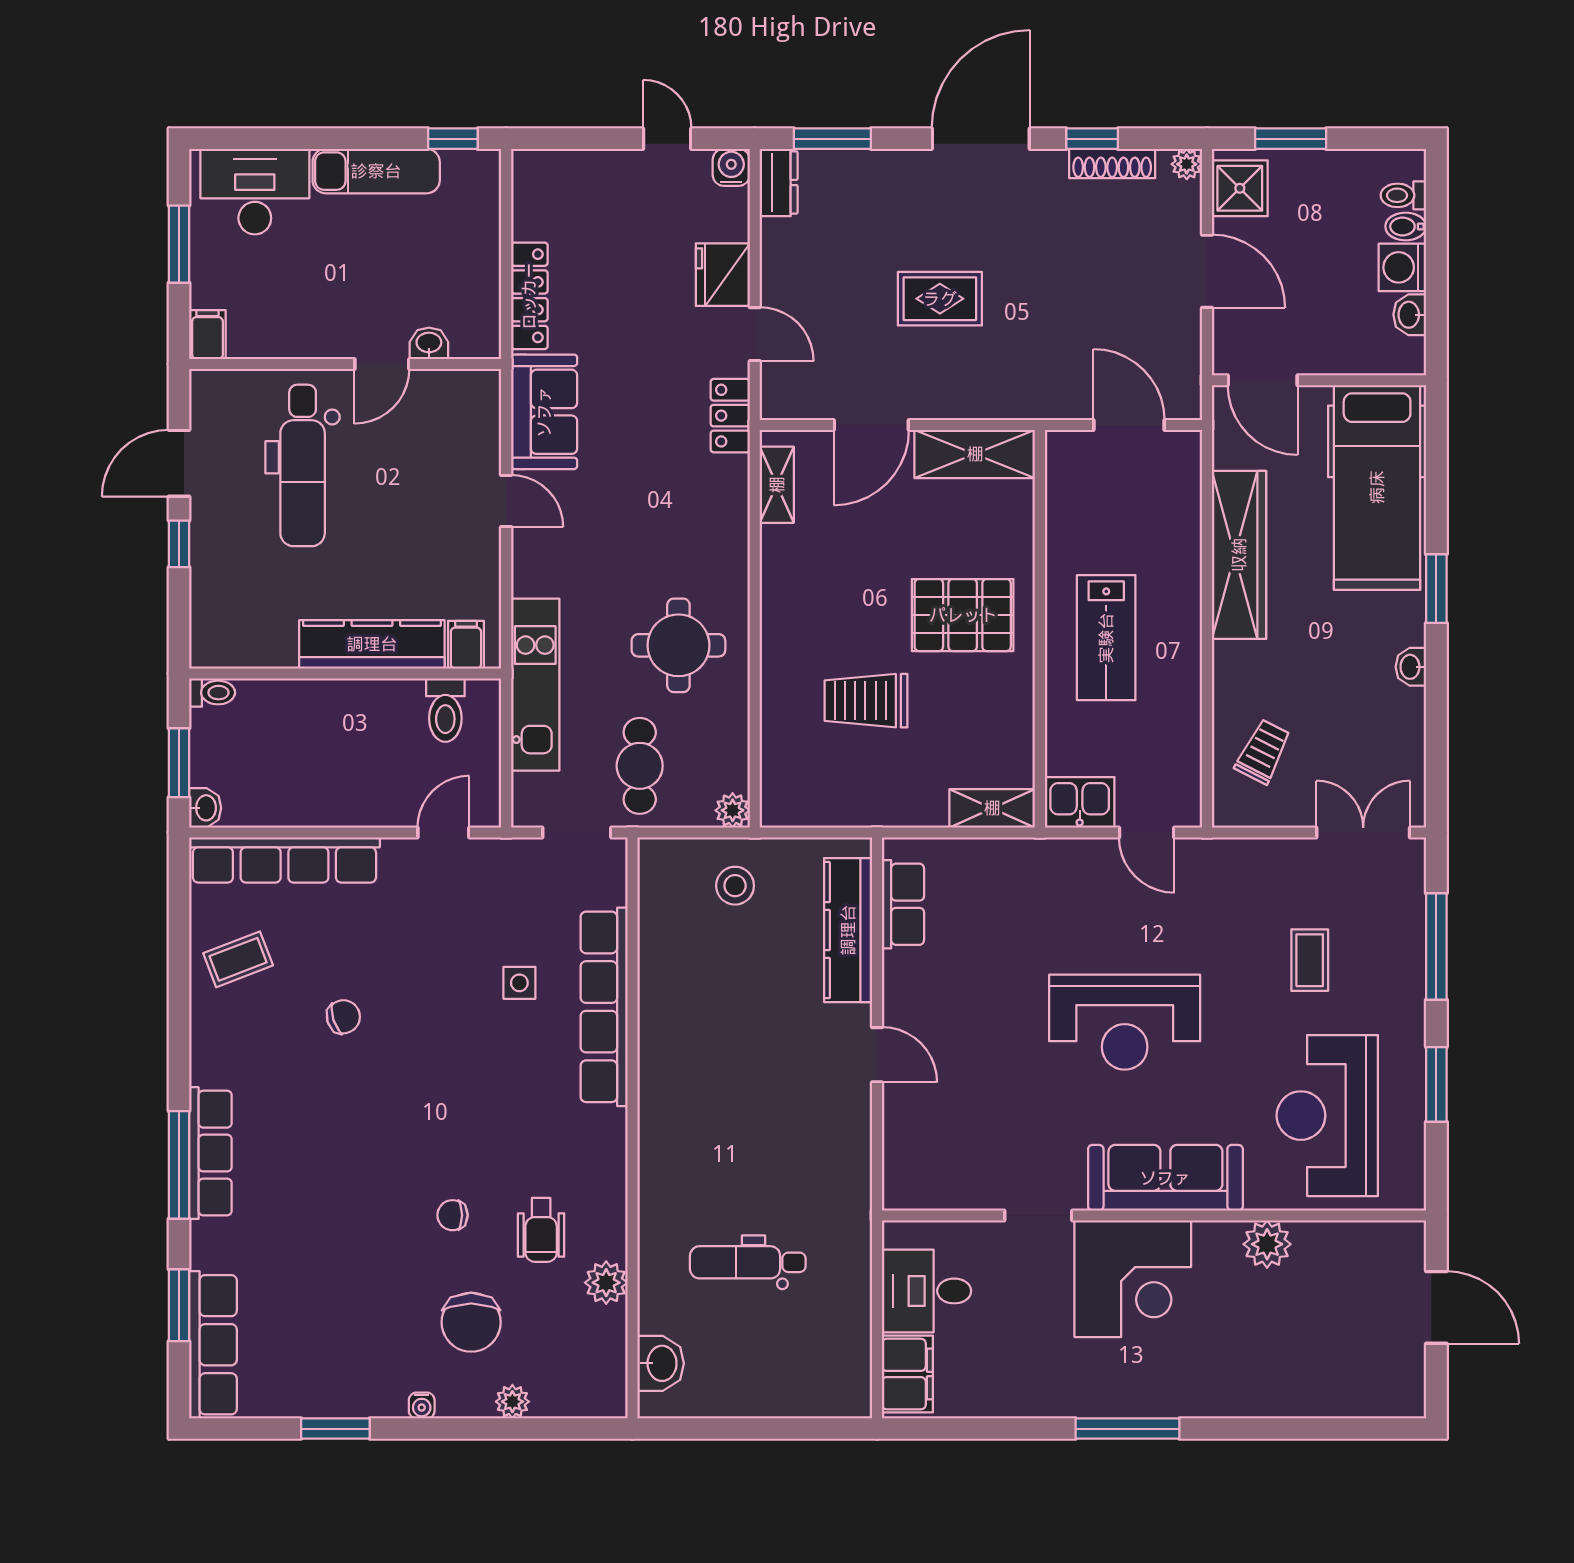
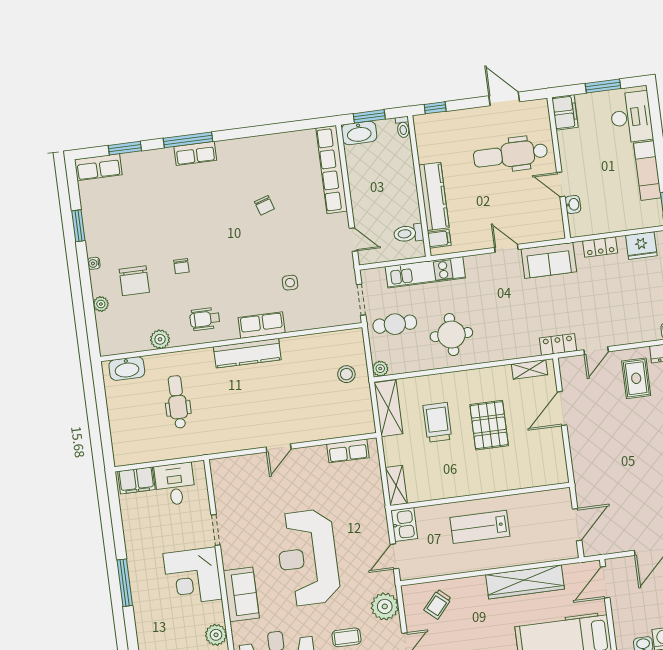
fridge: (723, 275) -> (641, 246), moved, turned 180
locker: (529, 296) -> (600, 247), width x0.66
rug: (940, 299) -> (636, 378), moved
filing cabinet: (207, 335) -> (565, 112), width x2.00
door: (871, 425) -> (562, 409), hinge flipped
shelving: (975, 454) -> (389, 408), moved
door: (506, 501) -> (506, 248), swing flipped
window: (179, 544) -> (435, 108), moved
pallet: (963, 615) -> (489, 425), moved
trolley: (1263, 752) -> (438, 604), turned 104
washbasin: (205, 808) -> (359, 133), width x1.91, depth x1.45
plant: (1253, 868) -> (385, 606), added
kitchen counter: (848, 930) -> (247, 353), moved, turned 180
coffee table: (238, 959) -> (284, 154), removed
row of seats: (604, 1007) -> (262, 325), width x0.50
reception desk: (1125, 1022) -> (308, 558), width x1.36, depth x1.30
row of seats: (210, 1153) -> (195, 153), width x0.68
sofa: (1165, 1178) -> (241, 594), width x0.73
chair: (453, 1215) -> (181, 266), turned 180
wheelchair: (541, 1230) -> (205, 319), moved
chair: (471, 1322) -> (134, 281), turned -90
row of seats: (213, 1345) -> (98, 167), width x0.68
washbasin: (661, 1363) -> (127, 369), width x1.38

